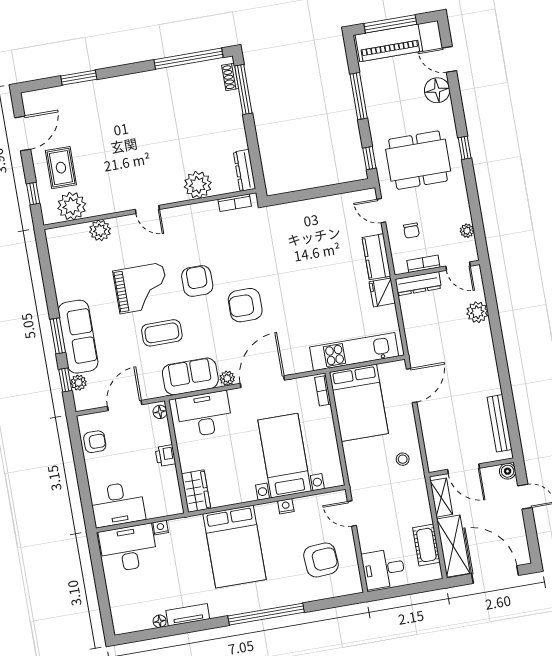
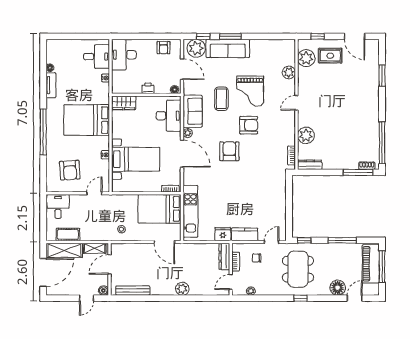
plant: (477, 312) -> (182, 289), moved
plant: (79, 383) -> (196, 48), width x1.88, depth x1.88
desk: (128, 548) -> (97, 57), width x0.73

